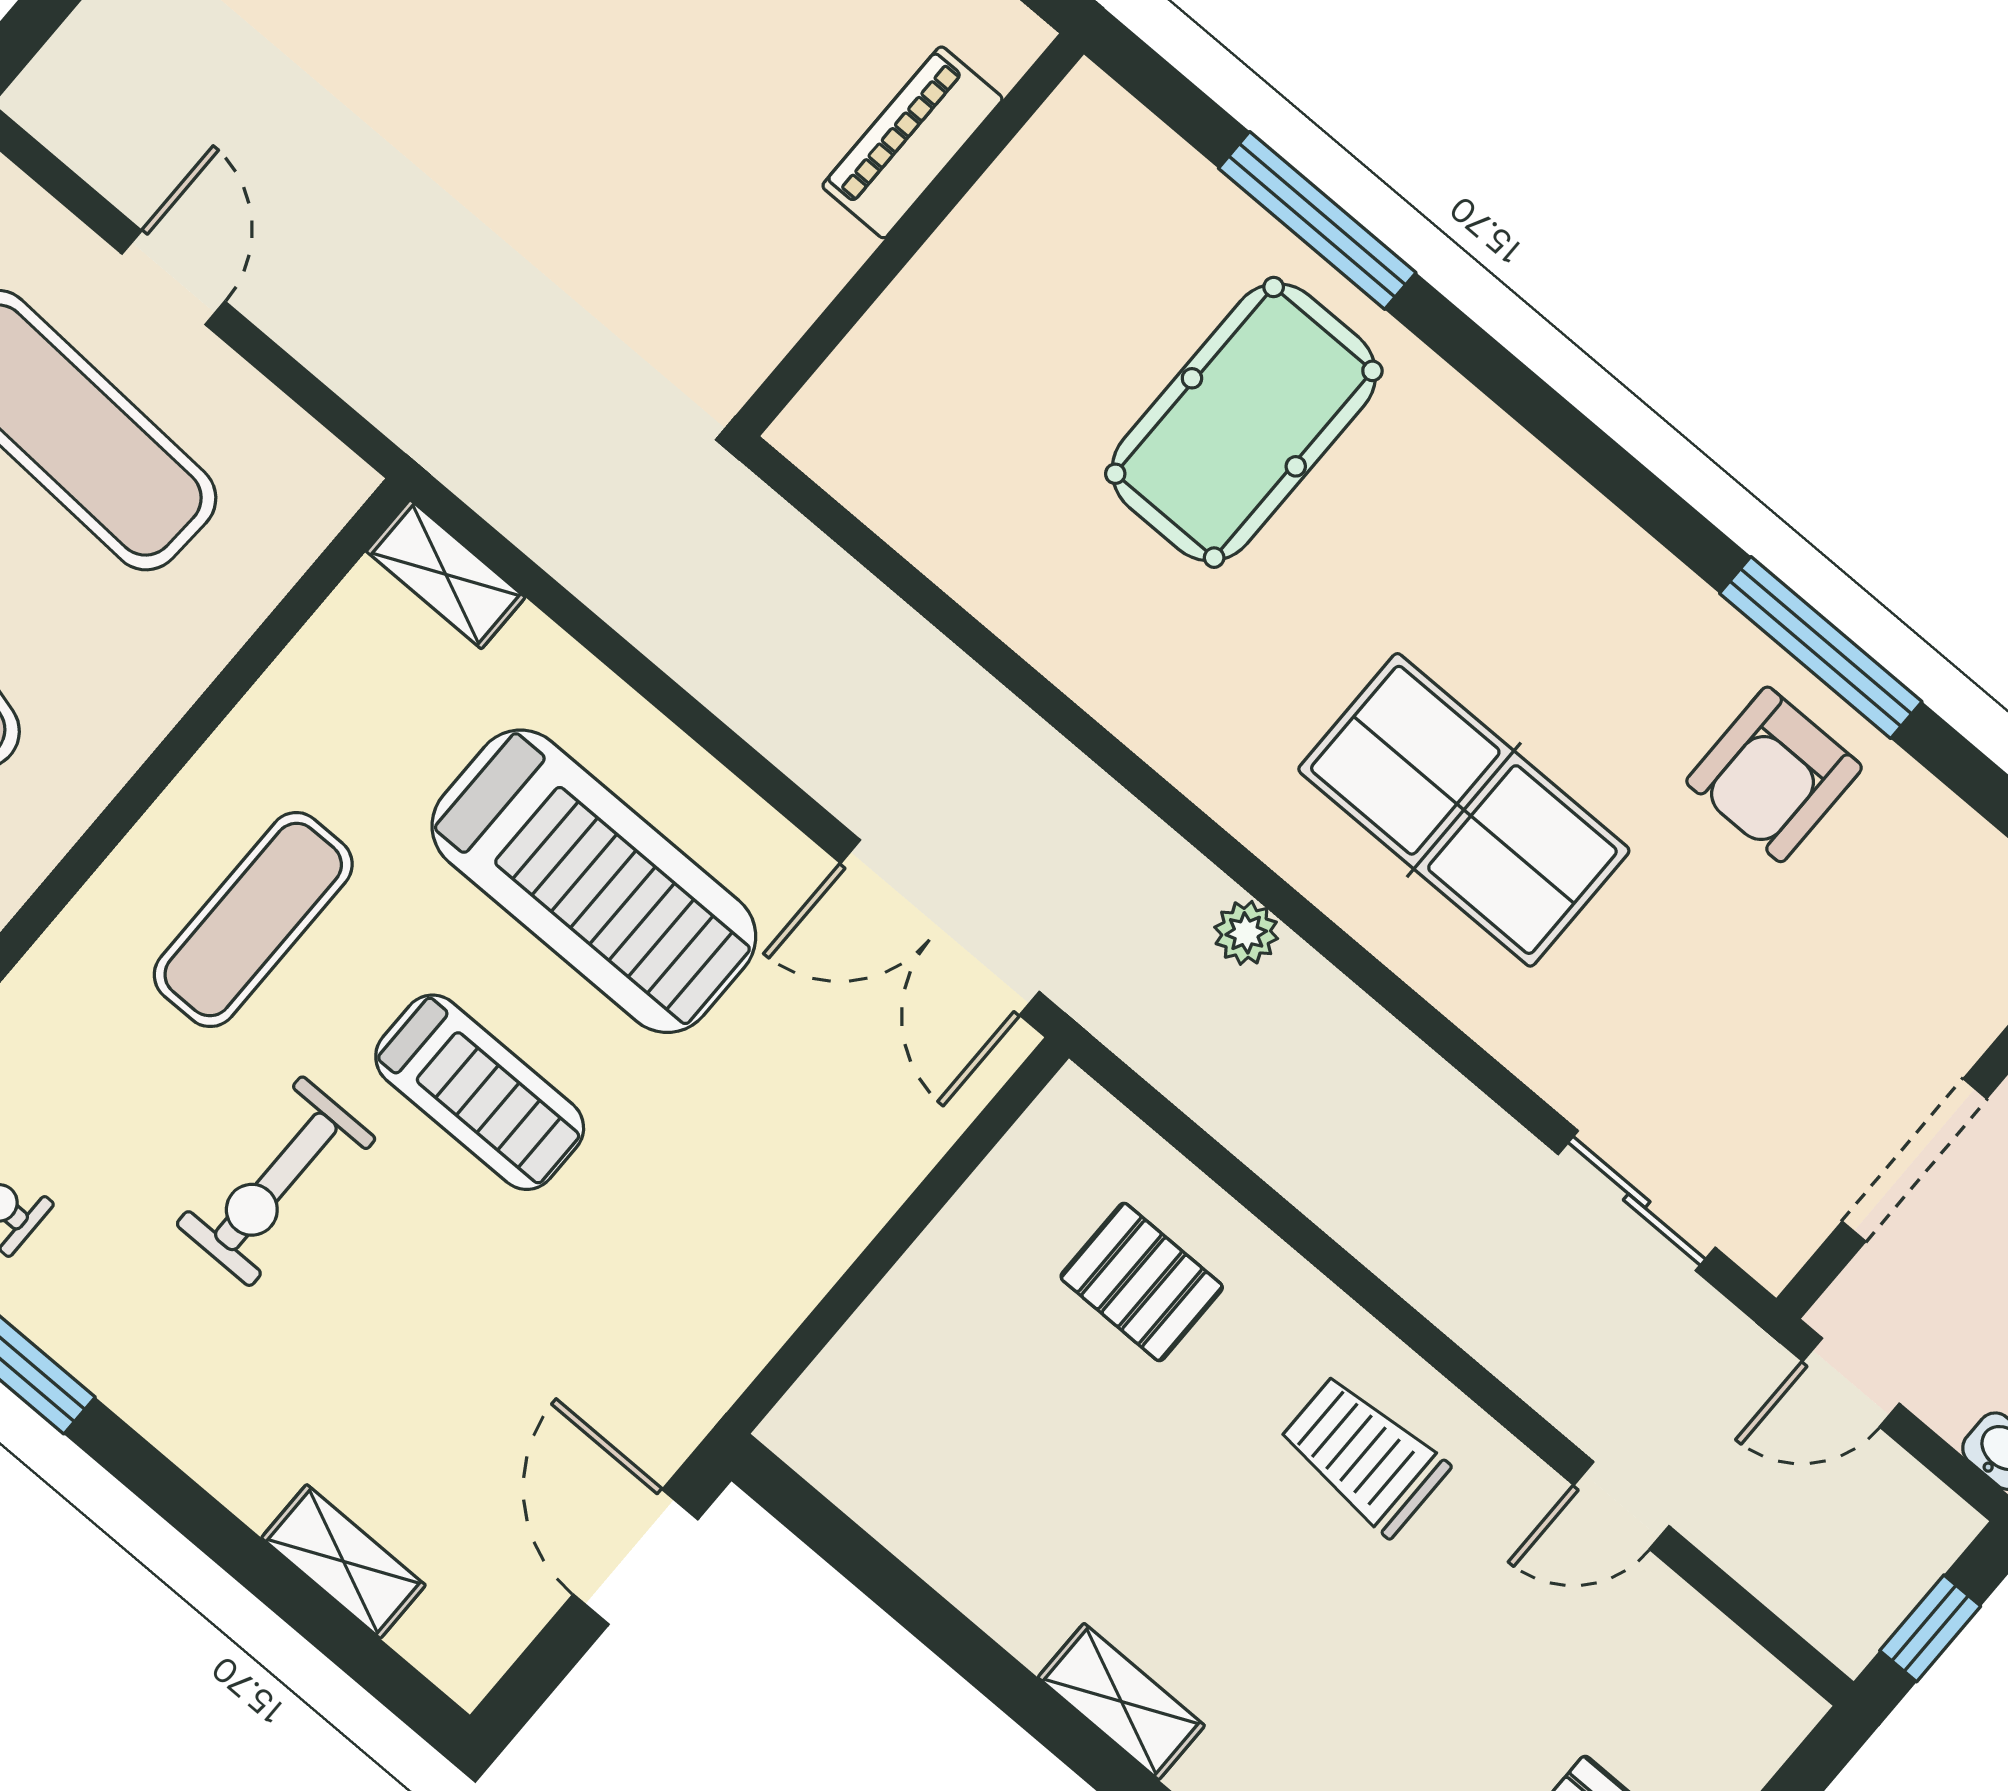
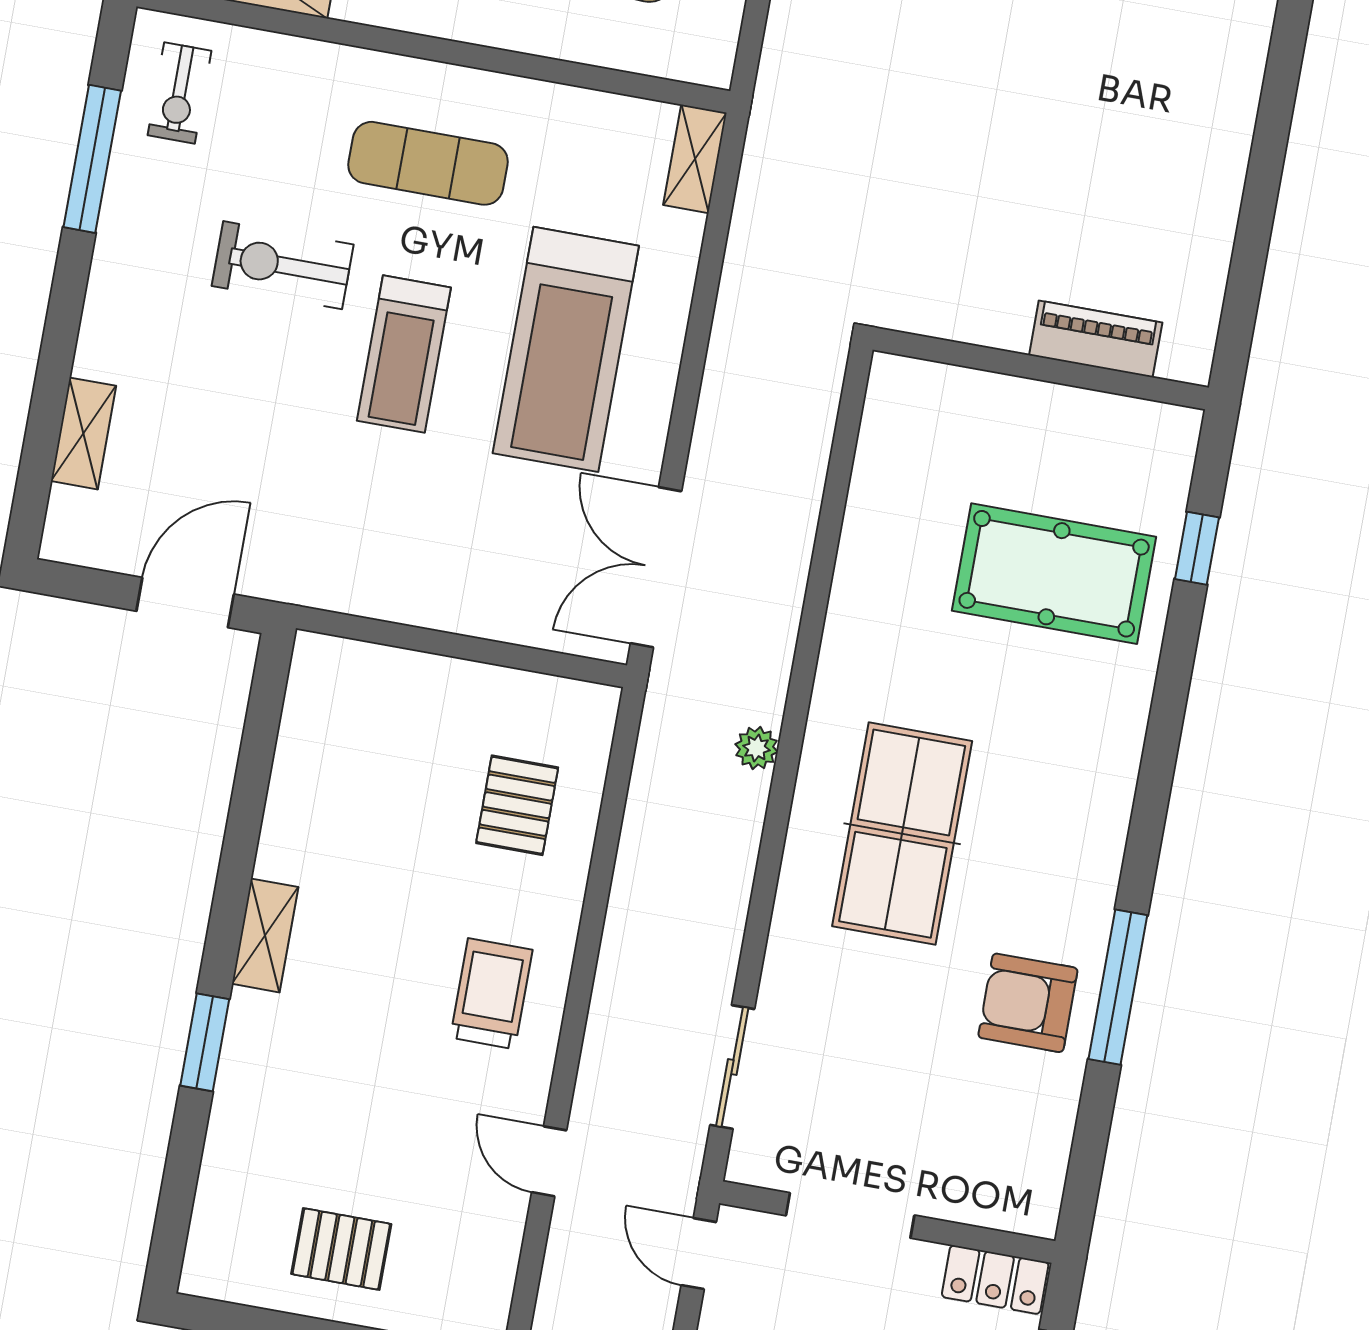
piano: (912, 142) -> (1096, 339), moved
window: (1317, 220) -> (1197, 548), width x0.46
wall: (910, 235) -> (1041, 369), moved

